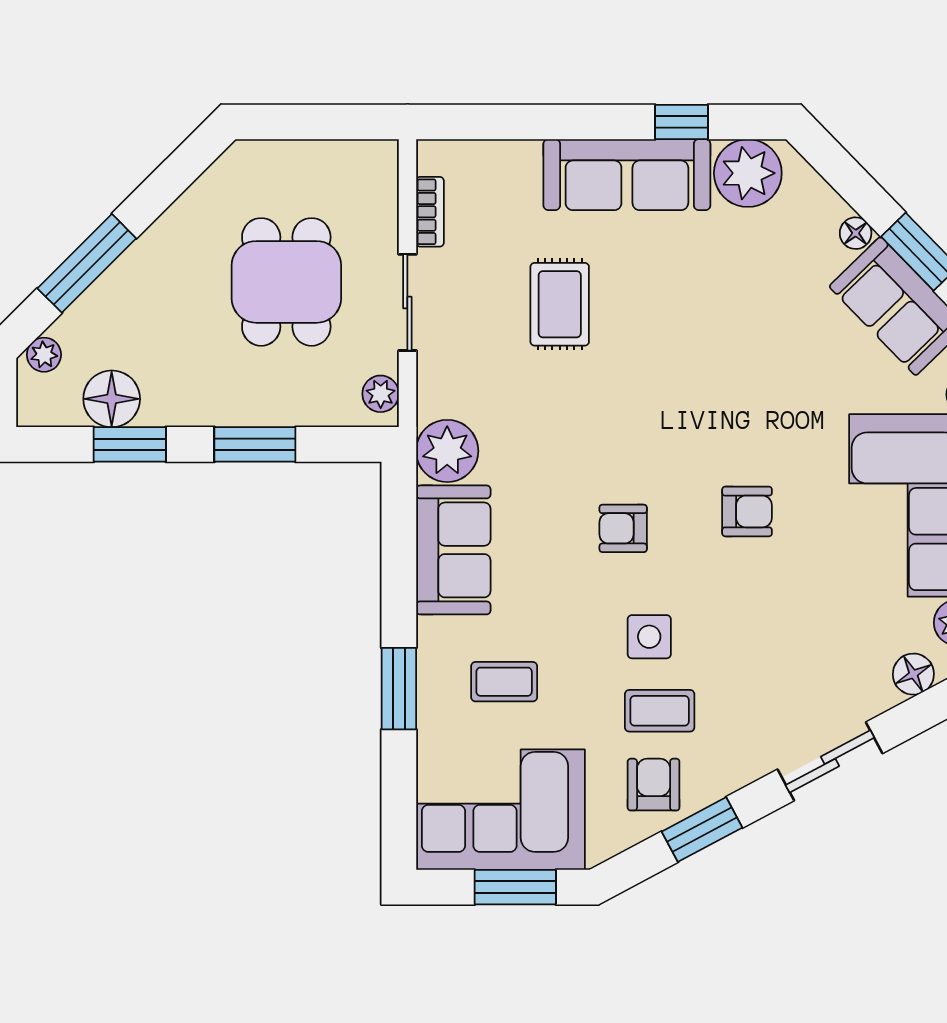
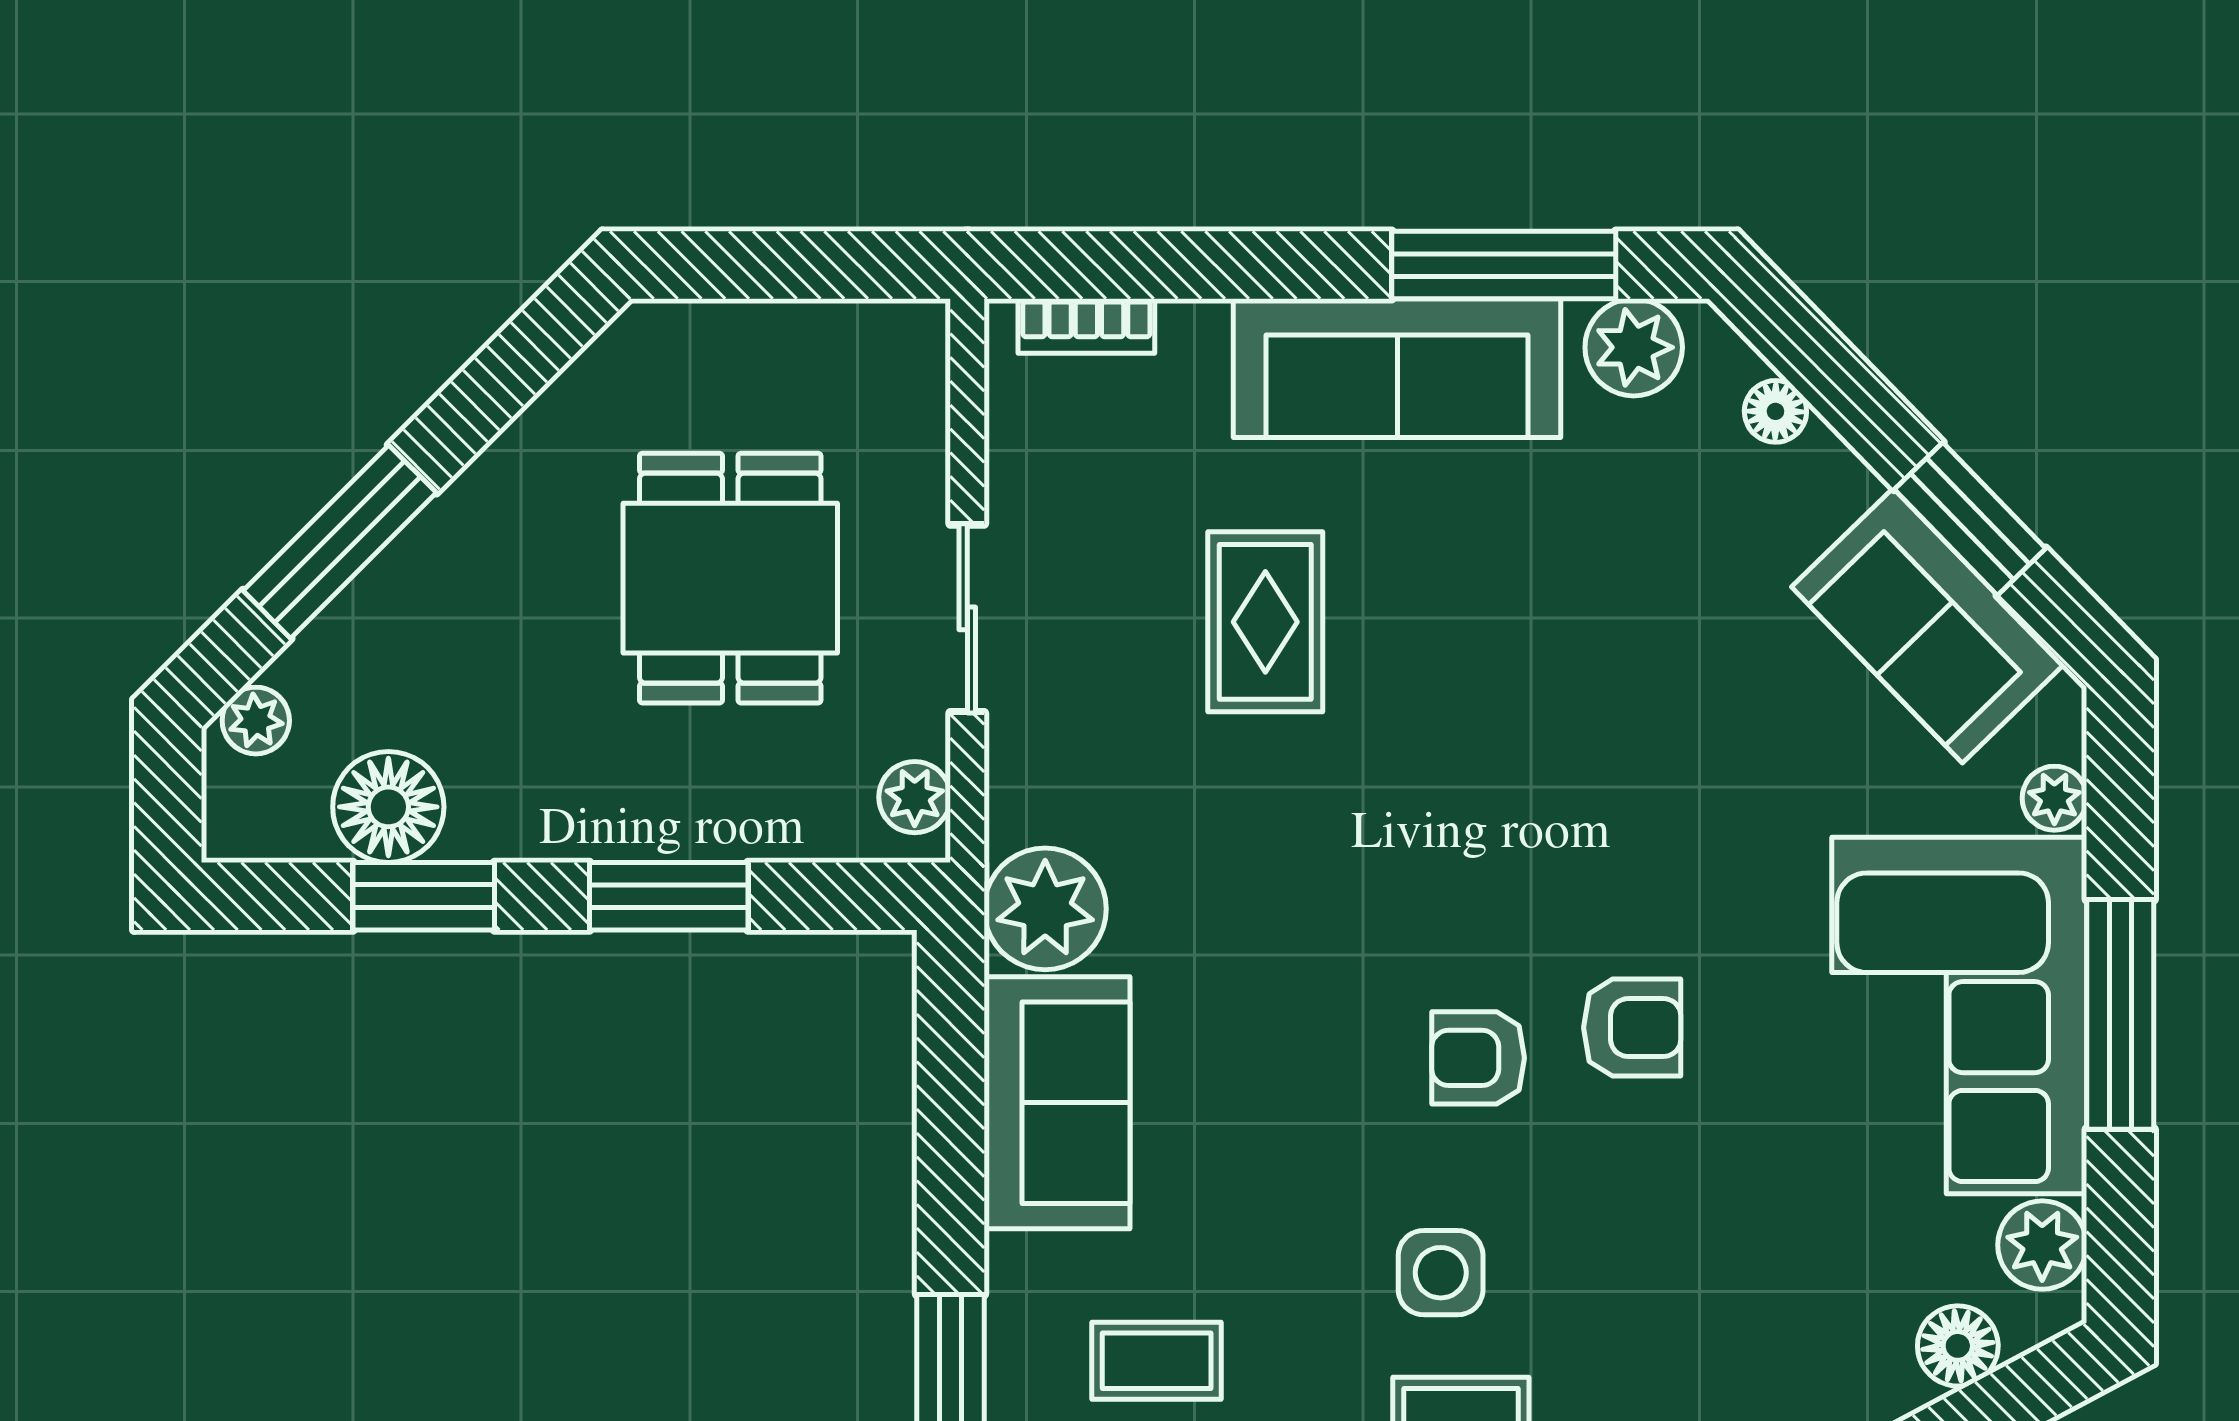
window: (681, 122) -> (1504, 265), width x2.17
plant: (748, 173) -> (1634, 347), width x0.73, depth x0.73
bookcase: (430, 212) -> (1086, 326), moved, turned 90
floor lamp: (856, 233) -> (1775, 411), moved
armchair: (623, 528) -> (1478, 1058), moved

